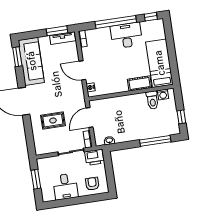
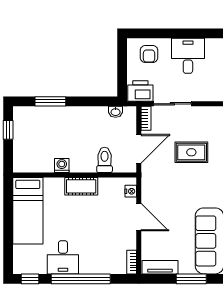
window: (57, 31) -> (191, 279), moved
desk: (126, 35) -> (63, 257), width x0.73
cot: (139, 83) -> (81, 186), moved
washing machine: (163, 95) -> (62, 165), moved
toilet: (152, 100) -> (105, 160), moved
window: (155, 141) -> (50, 101), width x0.69

